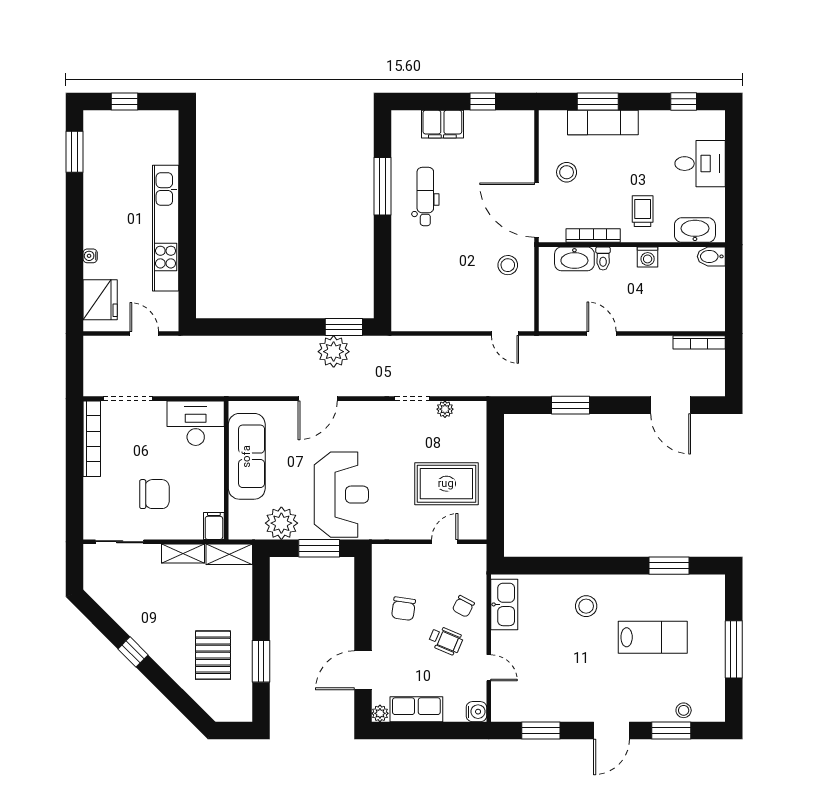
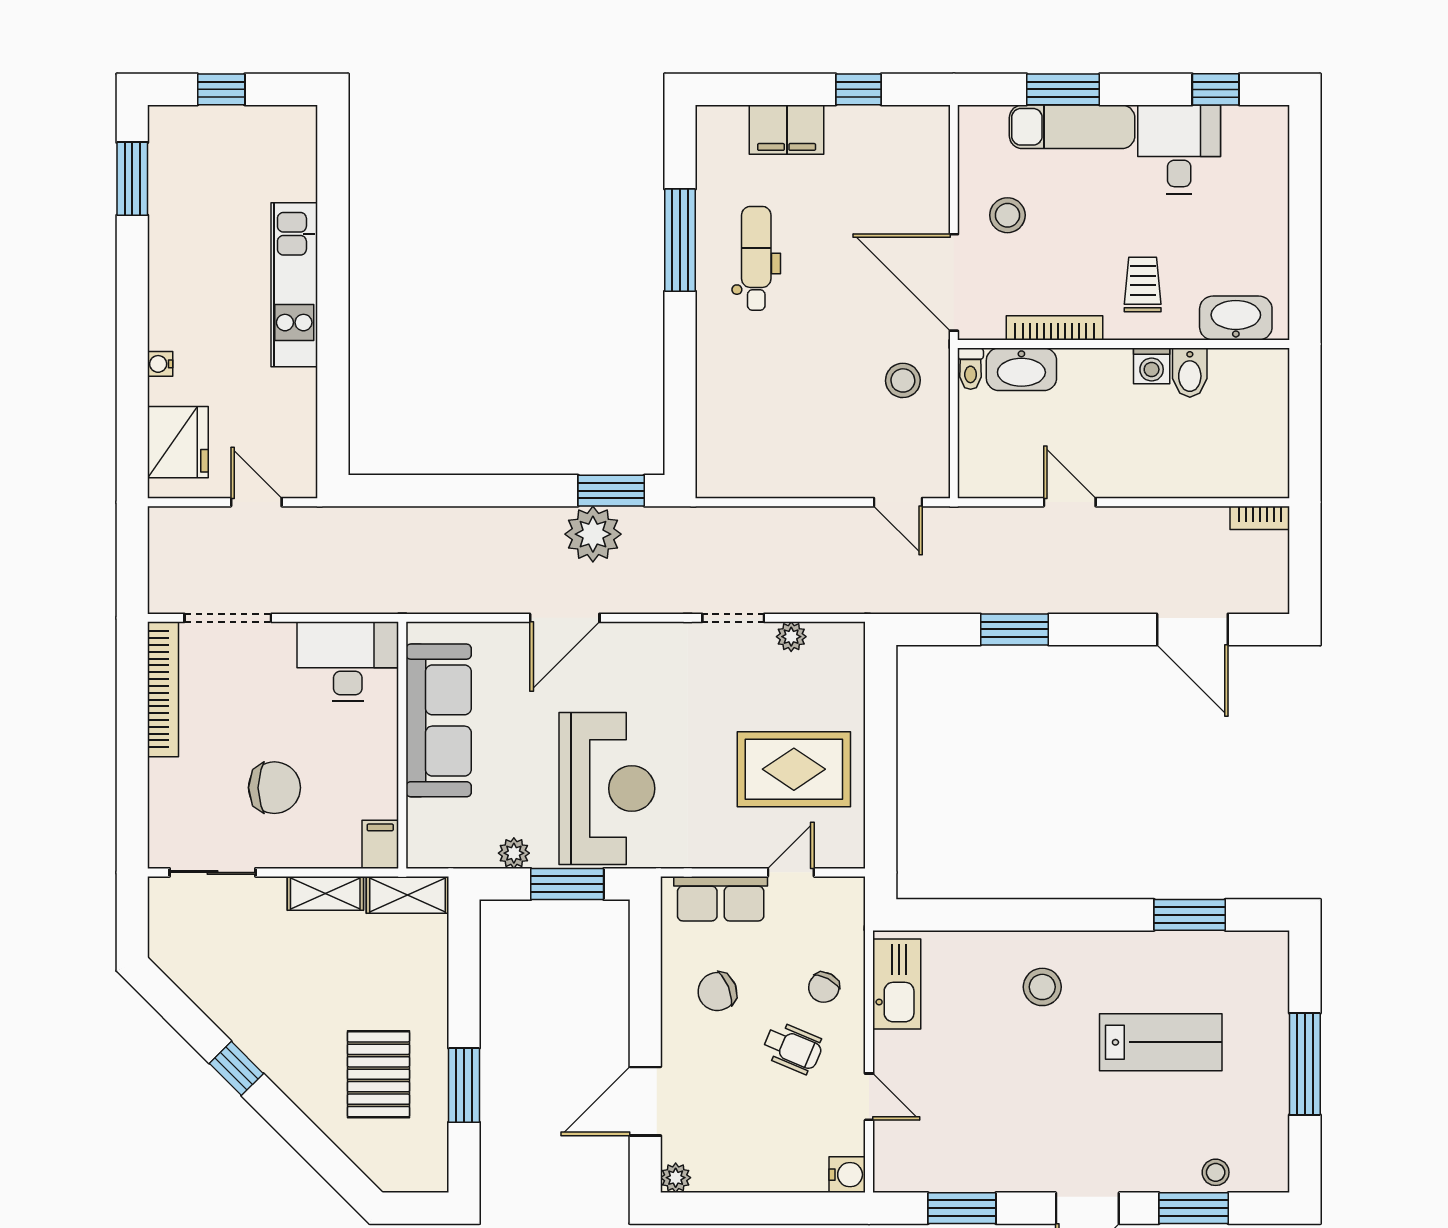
desk: (700, 164) -> (1179, 149), moved, turned -90
kitchen unit: (166, 228) -> (294, 285), width x0.73
bidet: (711, 256) -> (1190, 373), moved, turned -90
toilet: (603, 258) -> (971, 369), moved
bookcase: (699, 342) -> (1260, 518), width x0.64
plant: (281, 523) -> (514, 853), width x0.53, depth x0.53
chair: (403, 609) -> (717, 992), turned 60
row of seats: (416, 709) -> (721, 899), moved, turned 180

